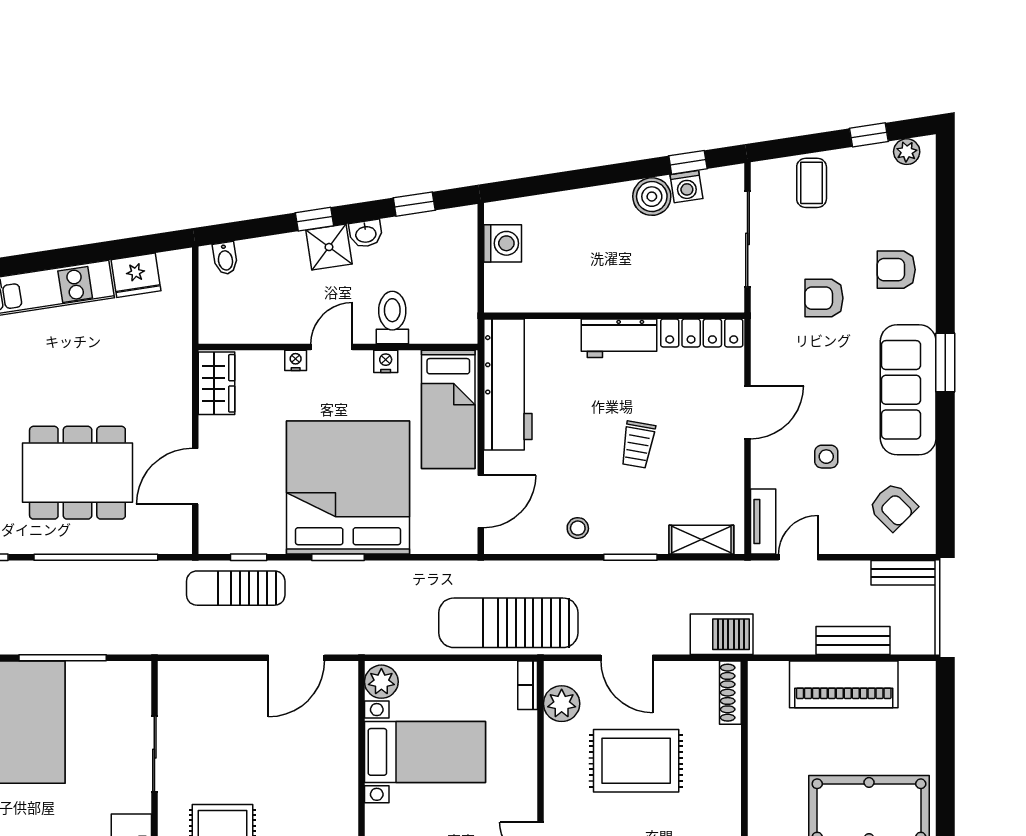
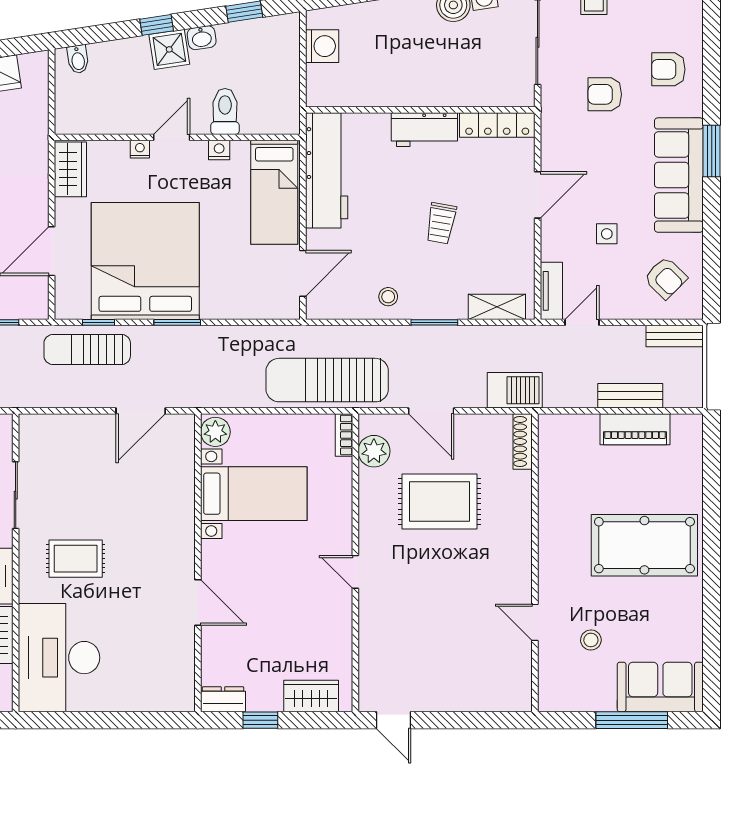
bed: (348, 488) -> (145, 261), moved
piano: (844, 684) -> (635, 429), width x0.73, depth x0.75

